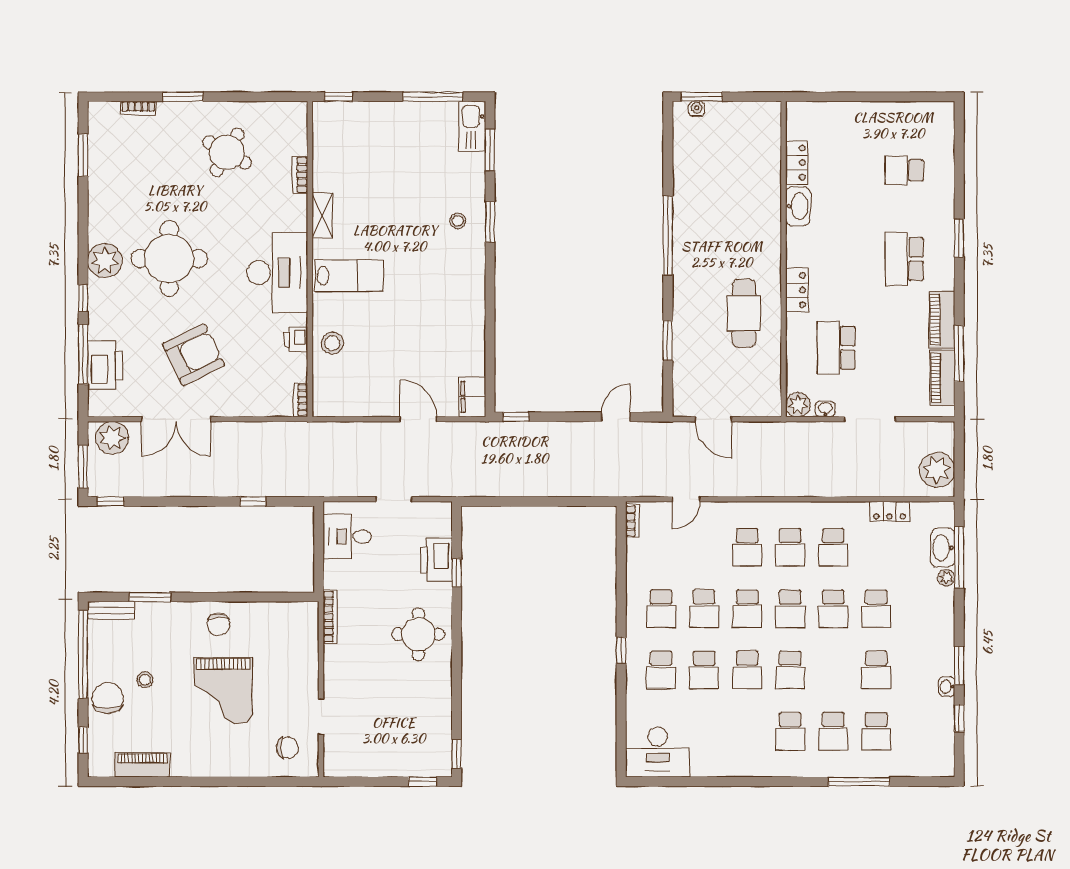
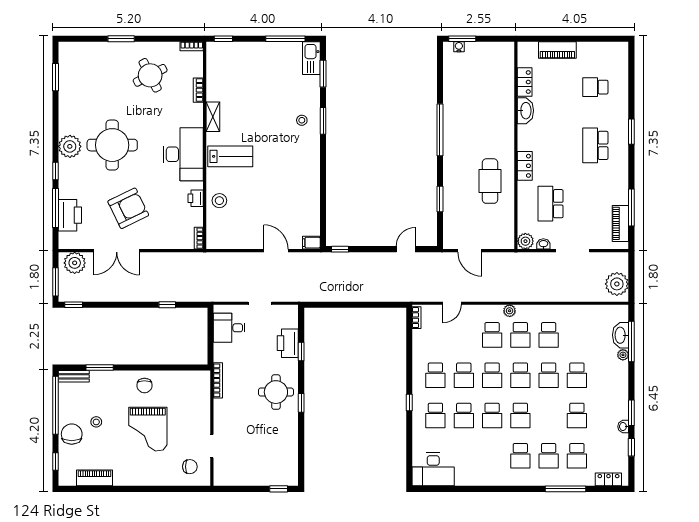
bookcase: (138, 108) -> (192, 46), moved
round table: (227, 152) -> (150, 75), turned 33
piano: (942, 320) -> (557, 50), moved, turned -90
filing cabinet: (472, 397) -> (311, 243), width x0.50
plant: (774, 511) -> (510, 311), added
locker: (890, 511) -> (608, 479), moved, turned 180
window: (457, 754) -> (301, 403), moved

